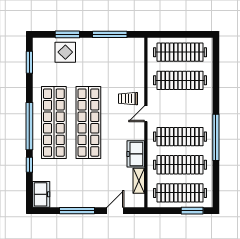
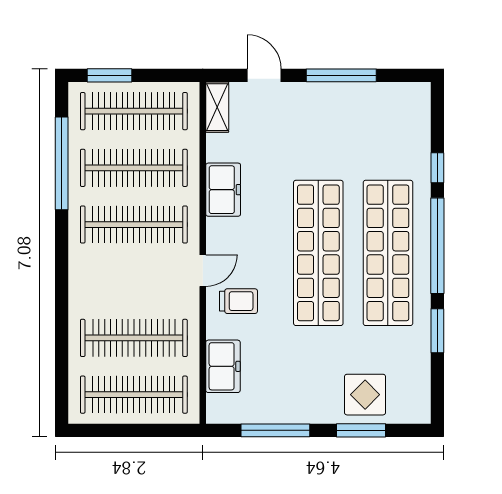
window: (29, 62) -> (437, 331), moved
window: (216, 137) -> (62, 163), moved
shelving: (139, 181) -> (217, 107), moved
freezer: (41, 194) -> (223, 366), moved, turned 180
door: (115, 211) -> (264, 75), swing flipped

